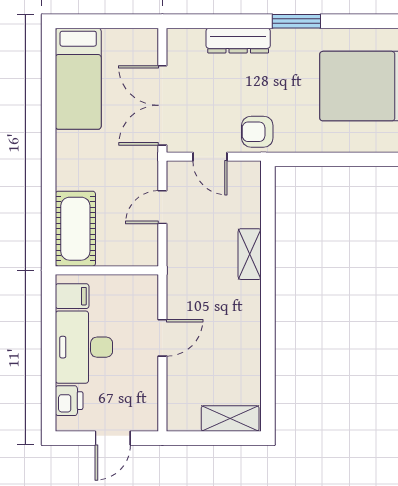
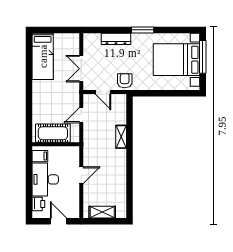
double door: (162, 105) -> (81, 69), width x0.73
armchair: (257, 132) -> (125, 81), turned 90
cot: (75, 229) -> (53, 133), moved, turned 90
shelving: (230, 418) -> (102, 212), moved
door: (113, 438) -> (58, 221), swing flipped

